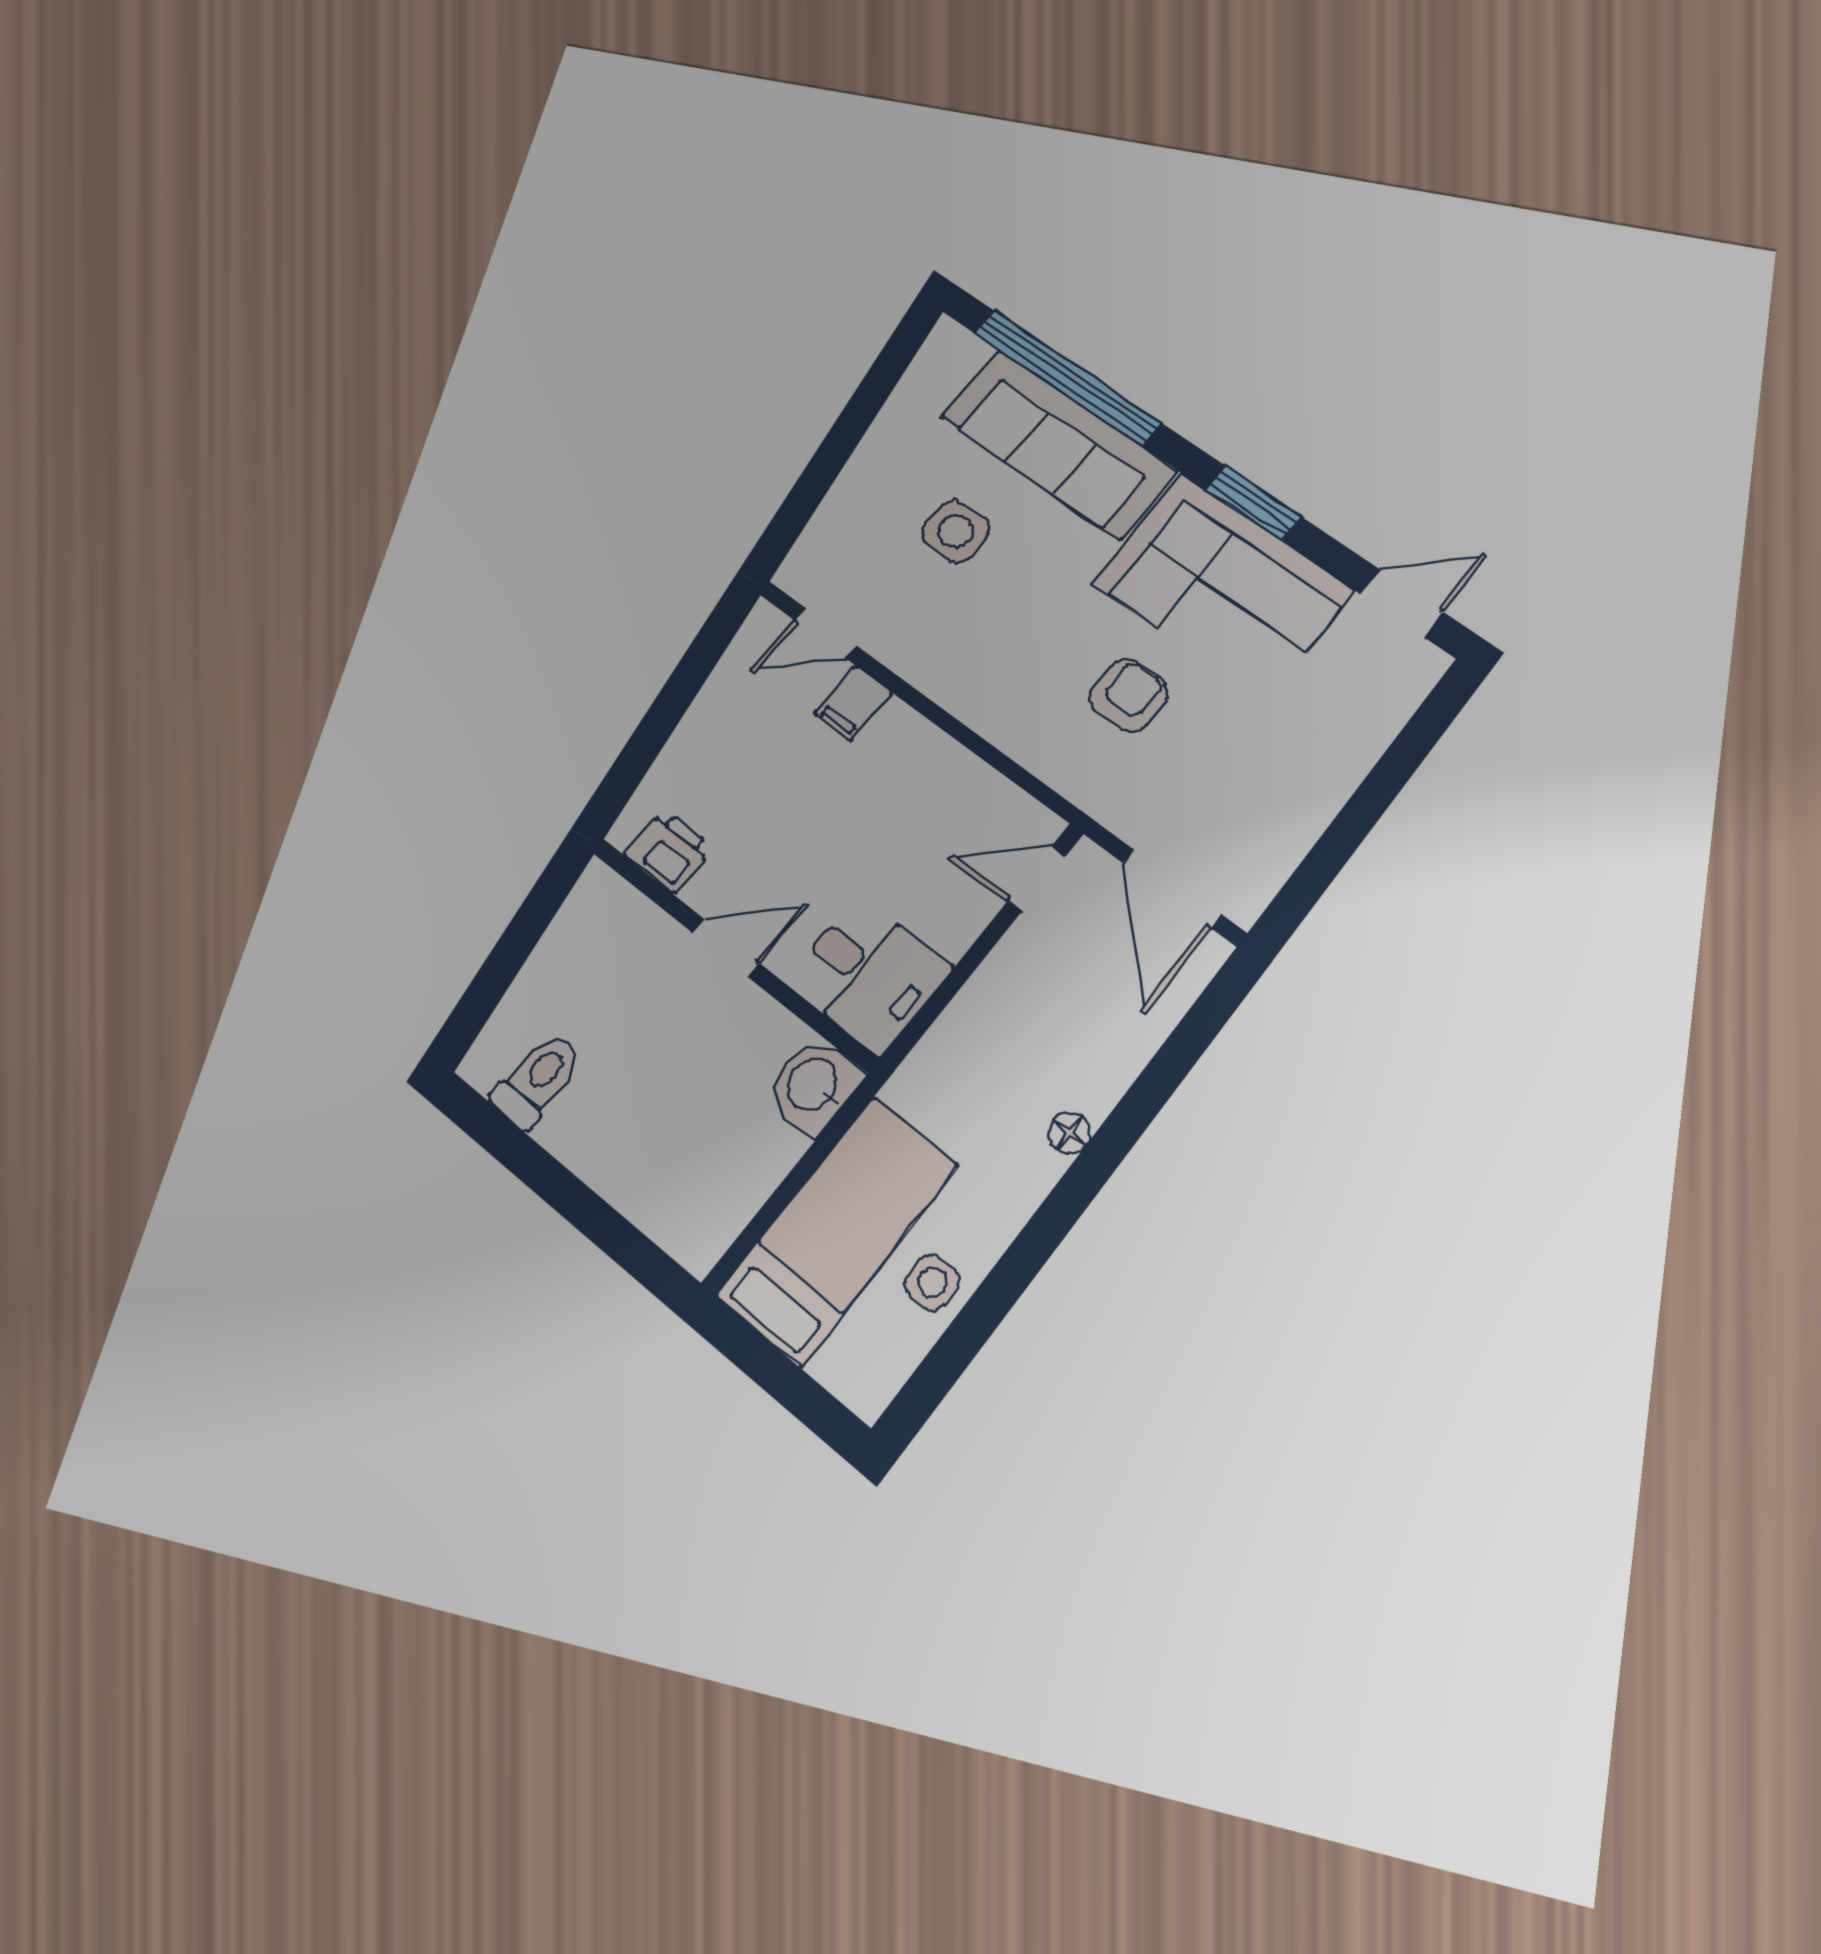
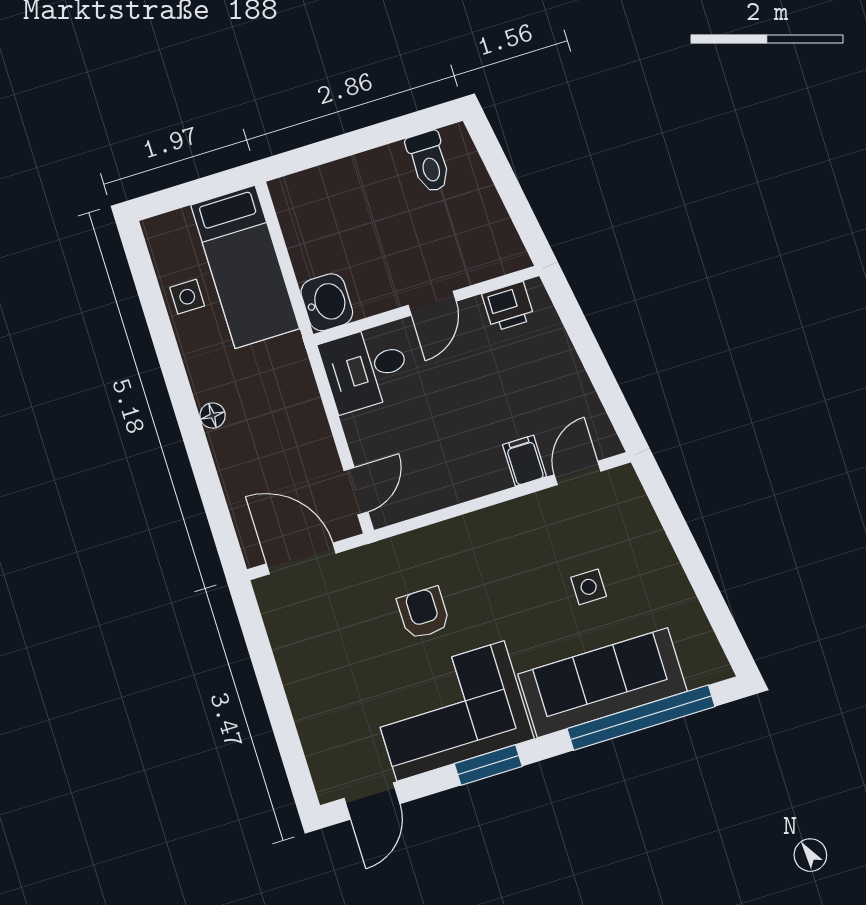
side table: (956, 531) -> (589, 587), width x0.73, depth x0.73
armchair: (1129, 696) -> (424, 613), turned 180

